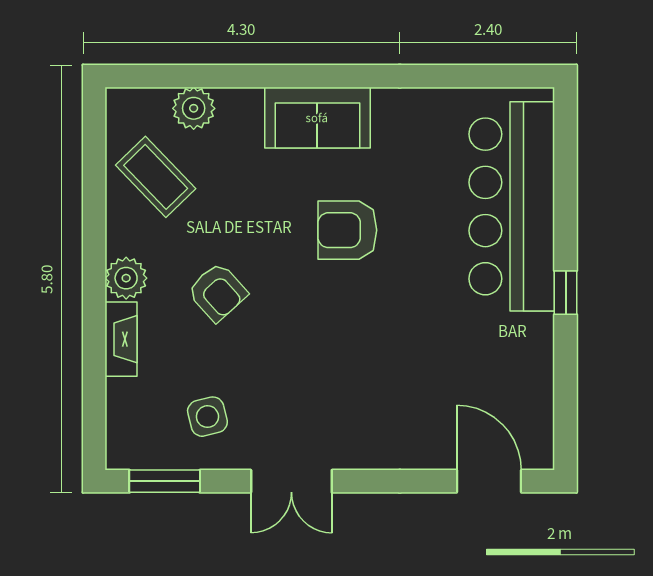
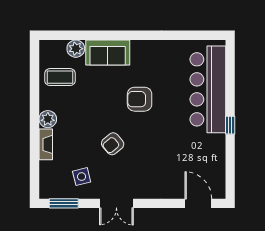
sofa: (317, 118) -> (108, 52), moved
coffee table: (156, 177) -> (60, 77), turned -46
armchair: (217, 292) -> (113, 144), moved, turned 92

